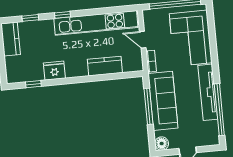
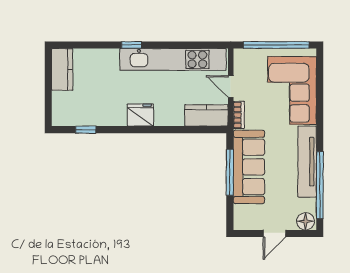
window: (30, 18) -> (90, 45), removed
kitchen counter: (105, 66) -> (206, 115), moved
fridge: (54, 71) -> (140, 115), moved
floor lamp: (162, 144) -> (306, 221), moved

